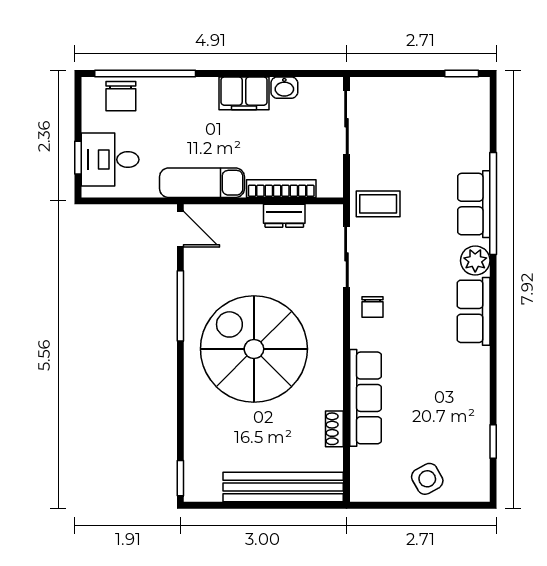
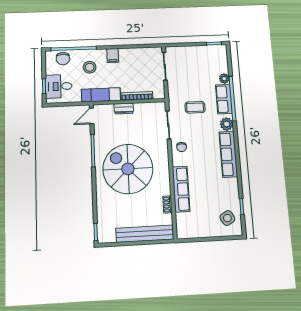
washbasin: (284, 88) -> (136, 52), removed
filing cabinet: (244, 93) -> (113, 56), width x0.50
stool: (179, 119) -> (90, 67), added
plant: (478, 157) -> (224, 79), added
coffee table: (378, 204) -> (195, 107), moved
dresser: (284, 216) -> (124, 109), moved
door: (180, 229) -> (92, 116), swing flipped
row of seats: (474, 311) -> (228, 154), width x1.48
side table: (427, 479) -> (227, 218), moved

